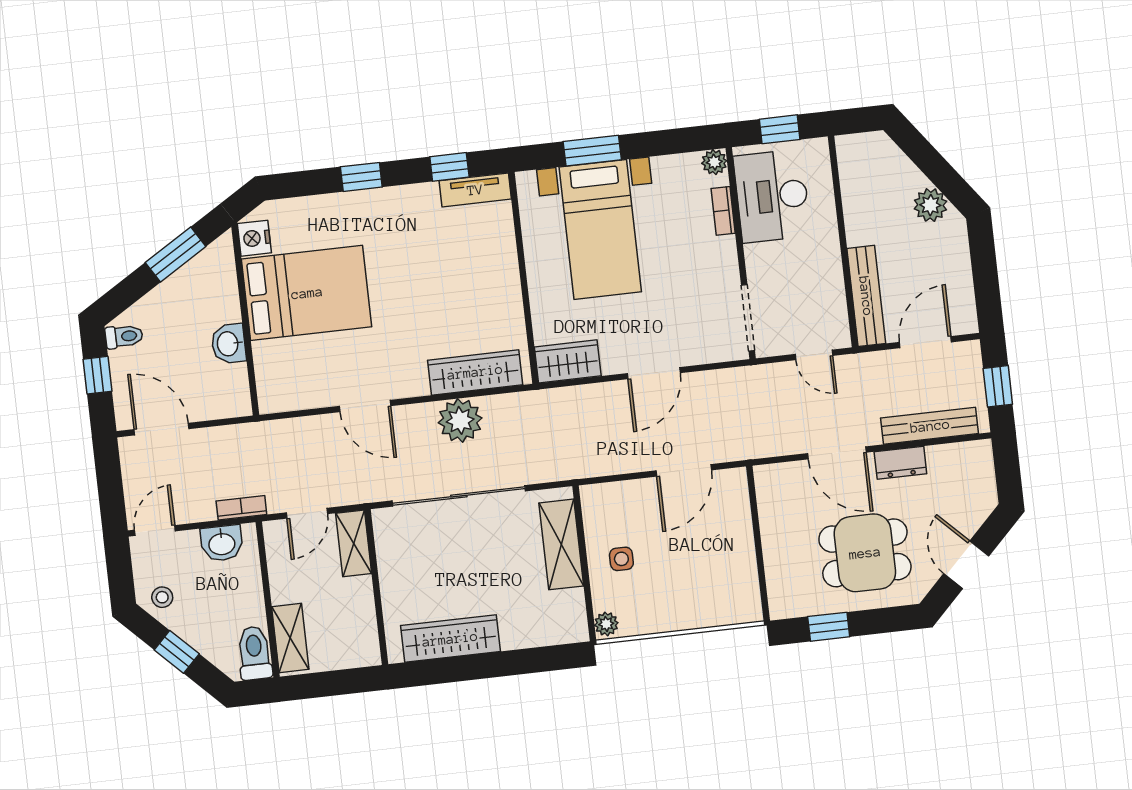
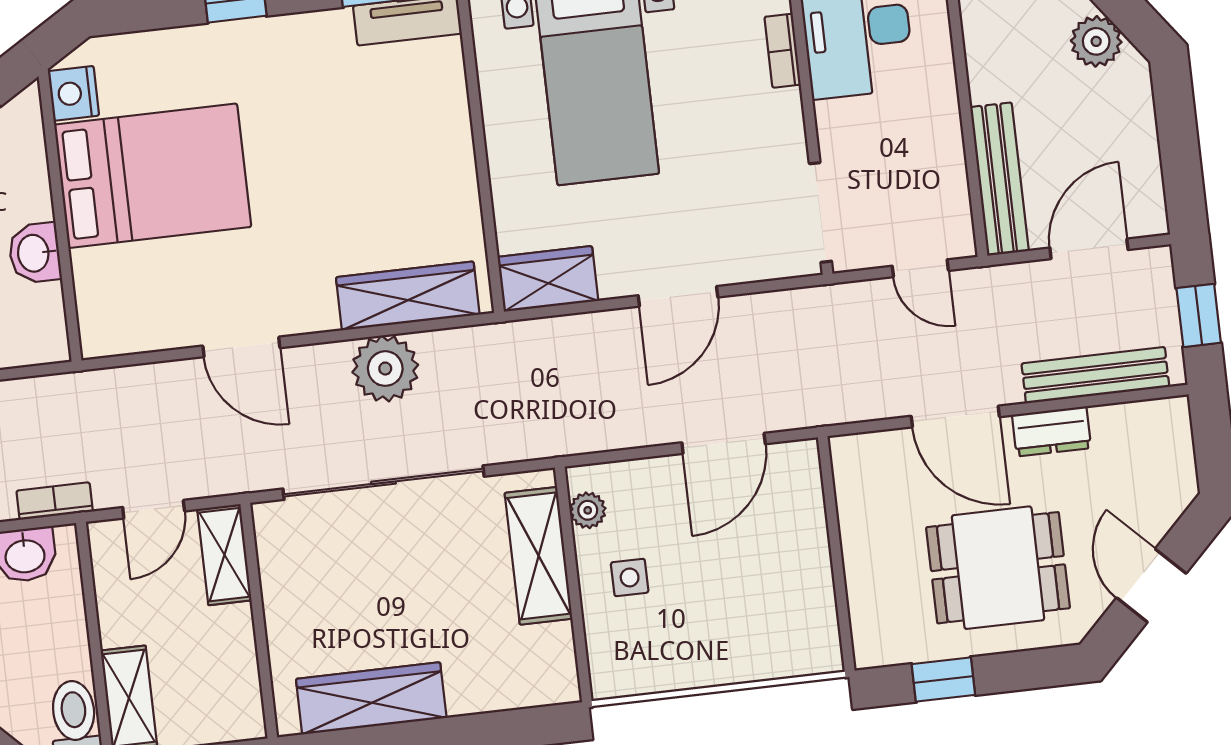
plant: (606, 624) -> (588, 510), moved

